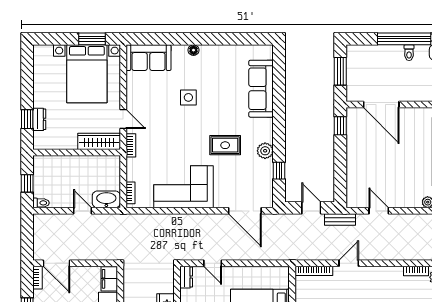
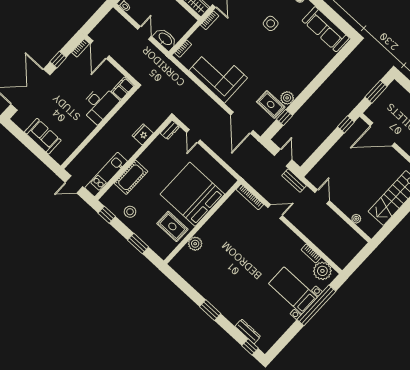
sofa: (261, 89) -> (326, 29), moved, turned -90
door: (381, 104) -> (382, 134), hinge flipped
rug: (225, 145) -> (271, 104), moved

